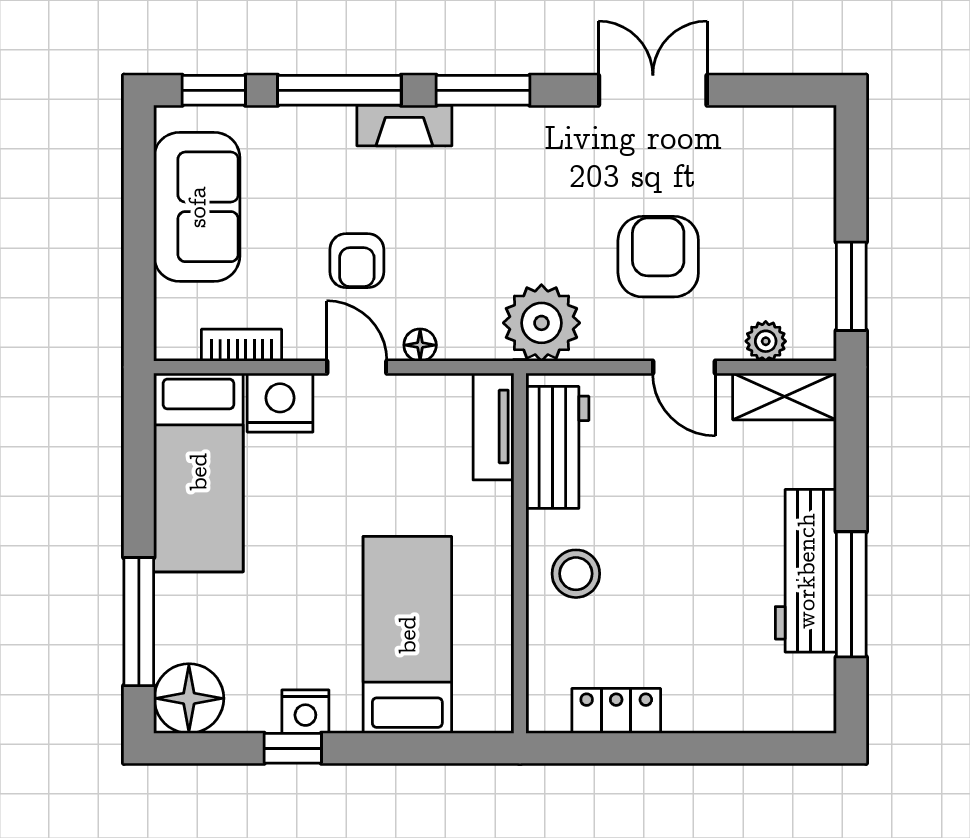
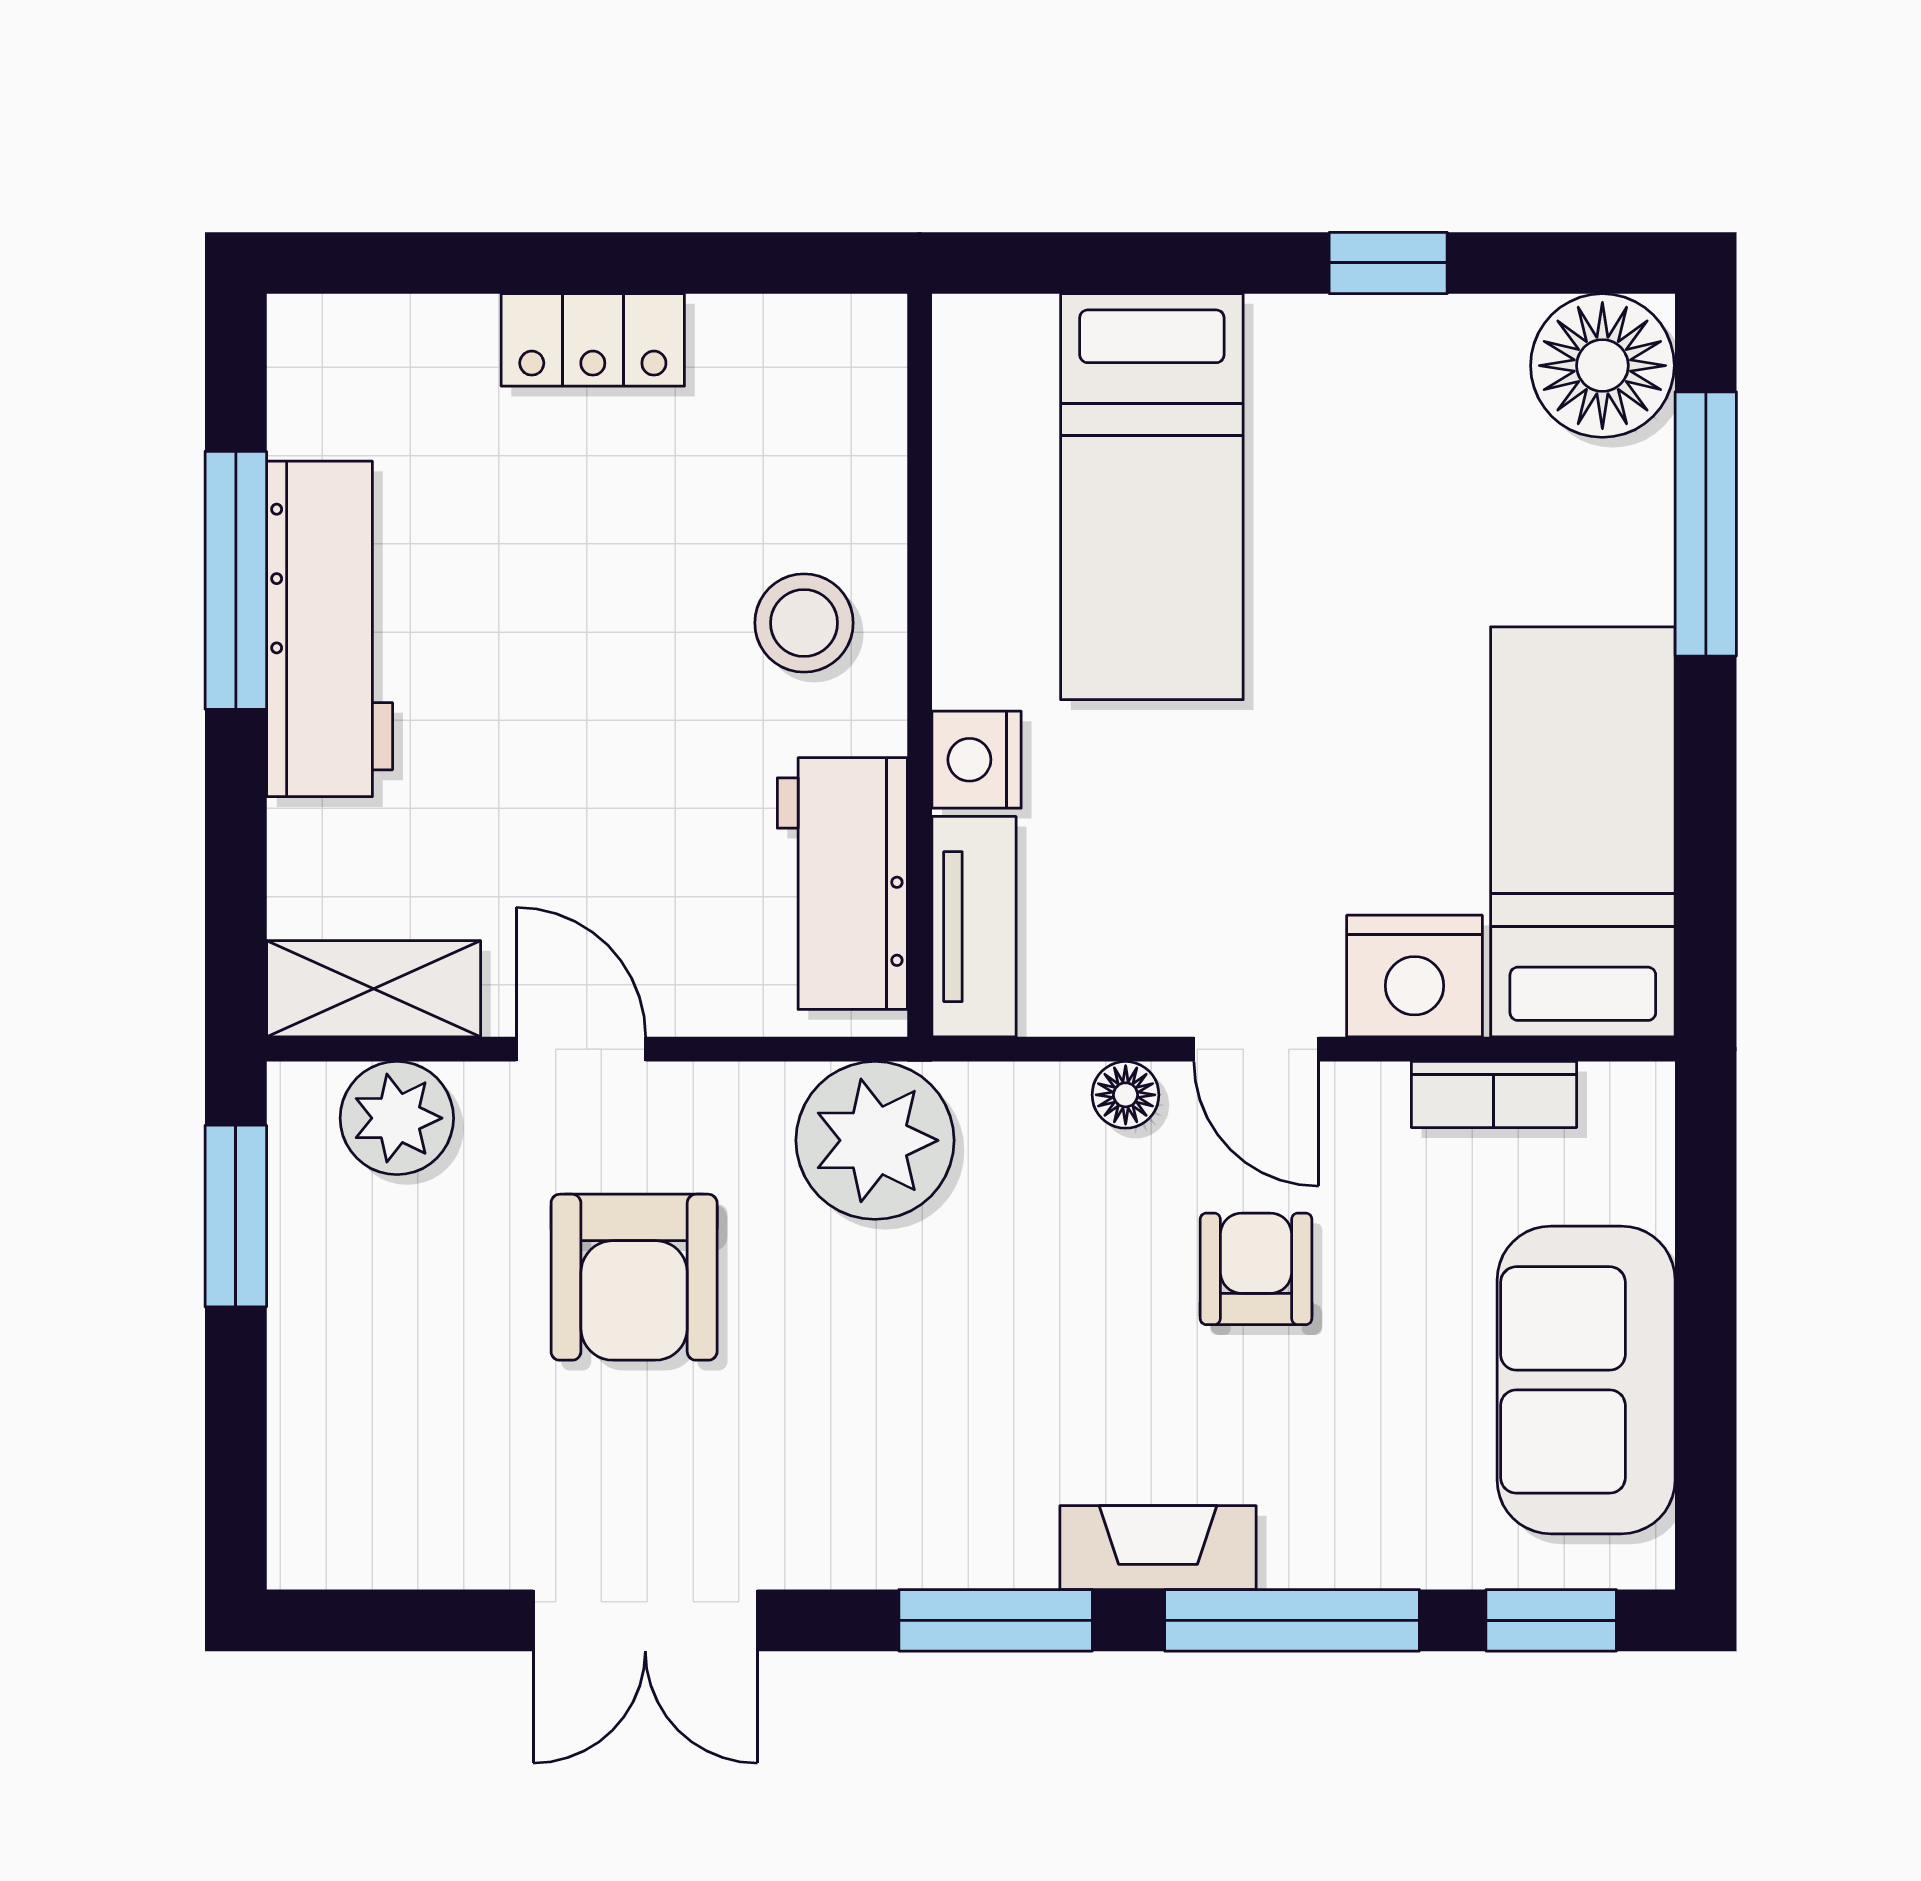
plant: (766, 341) -> (397, 1118), width x1.38, depth x1.38
locker: (616, 711) -> (593, 340), moved
nightstand: (305, 712) -> (977, 760), moved, turned -90

